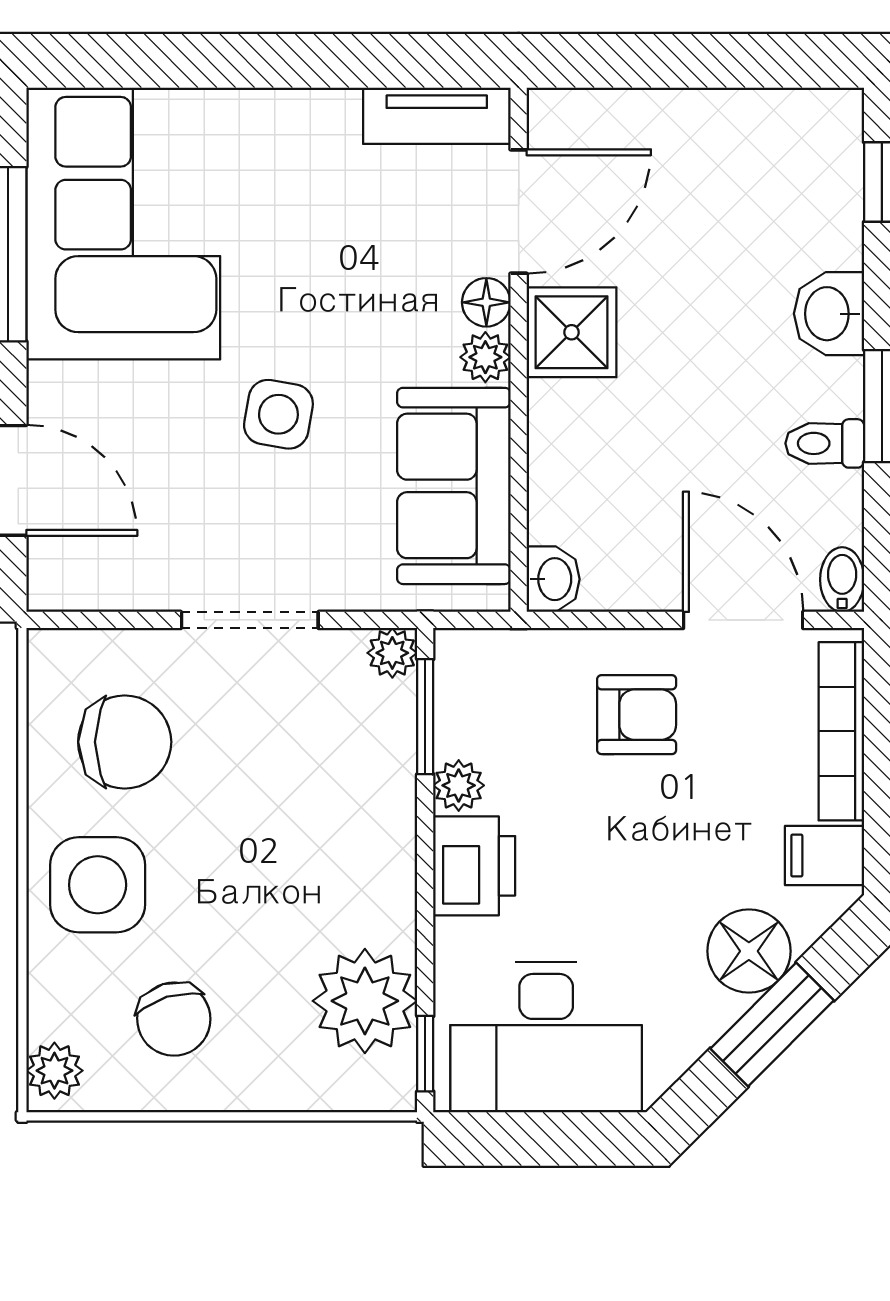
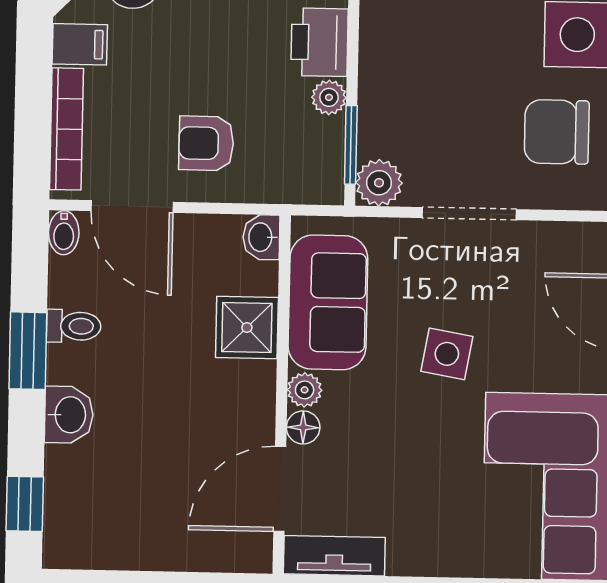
shower: (572, 332) -> (247, 328), moved
plant: (392, 653) -> (379, 183), width x1.38, depth x1.38

